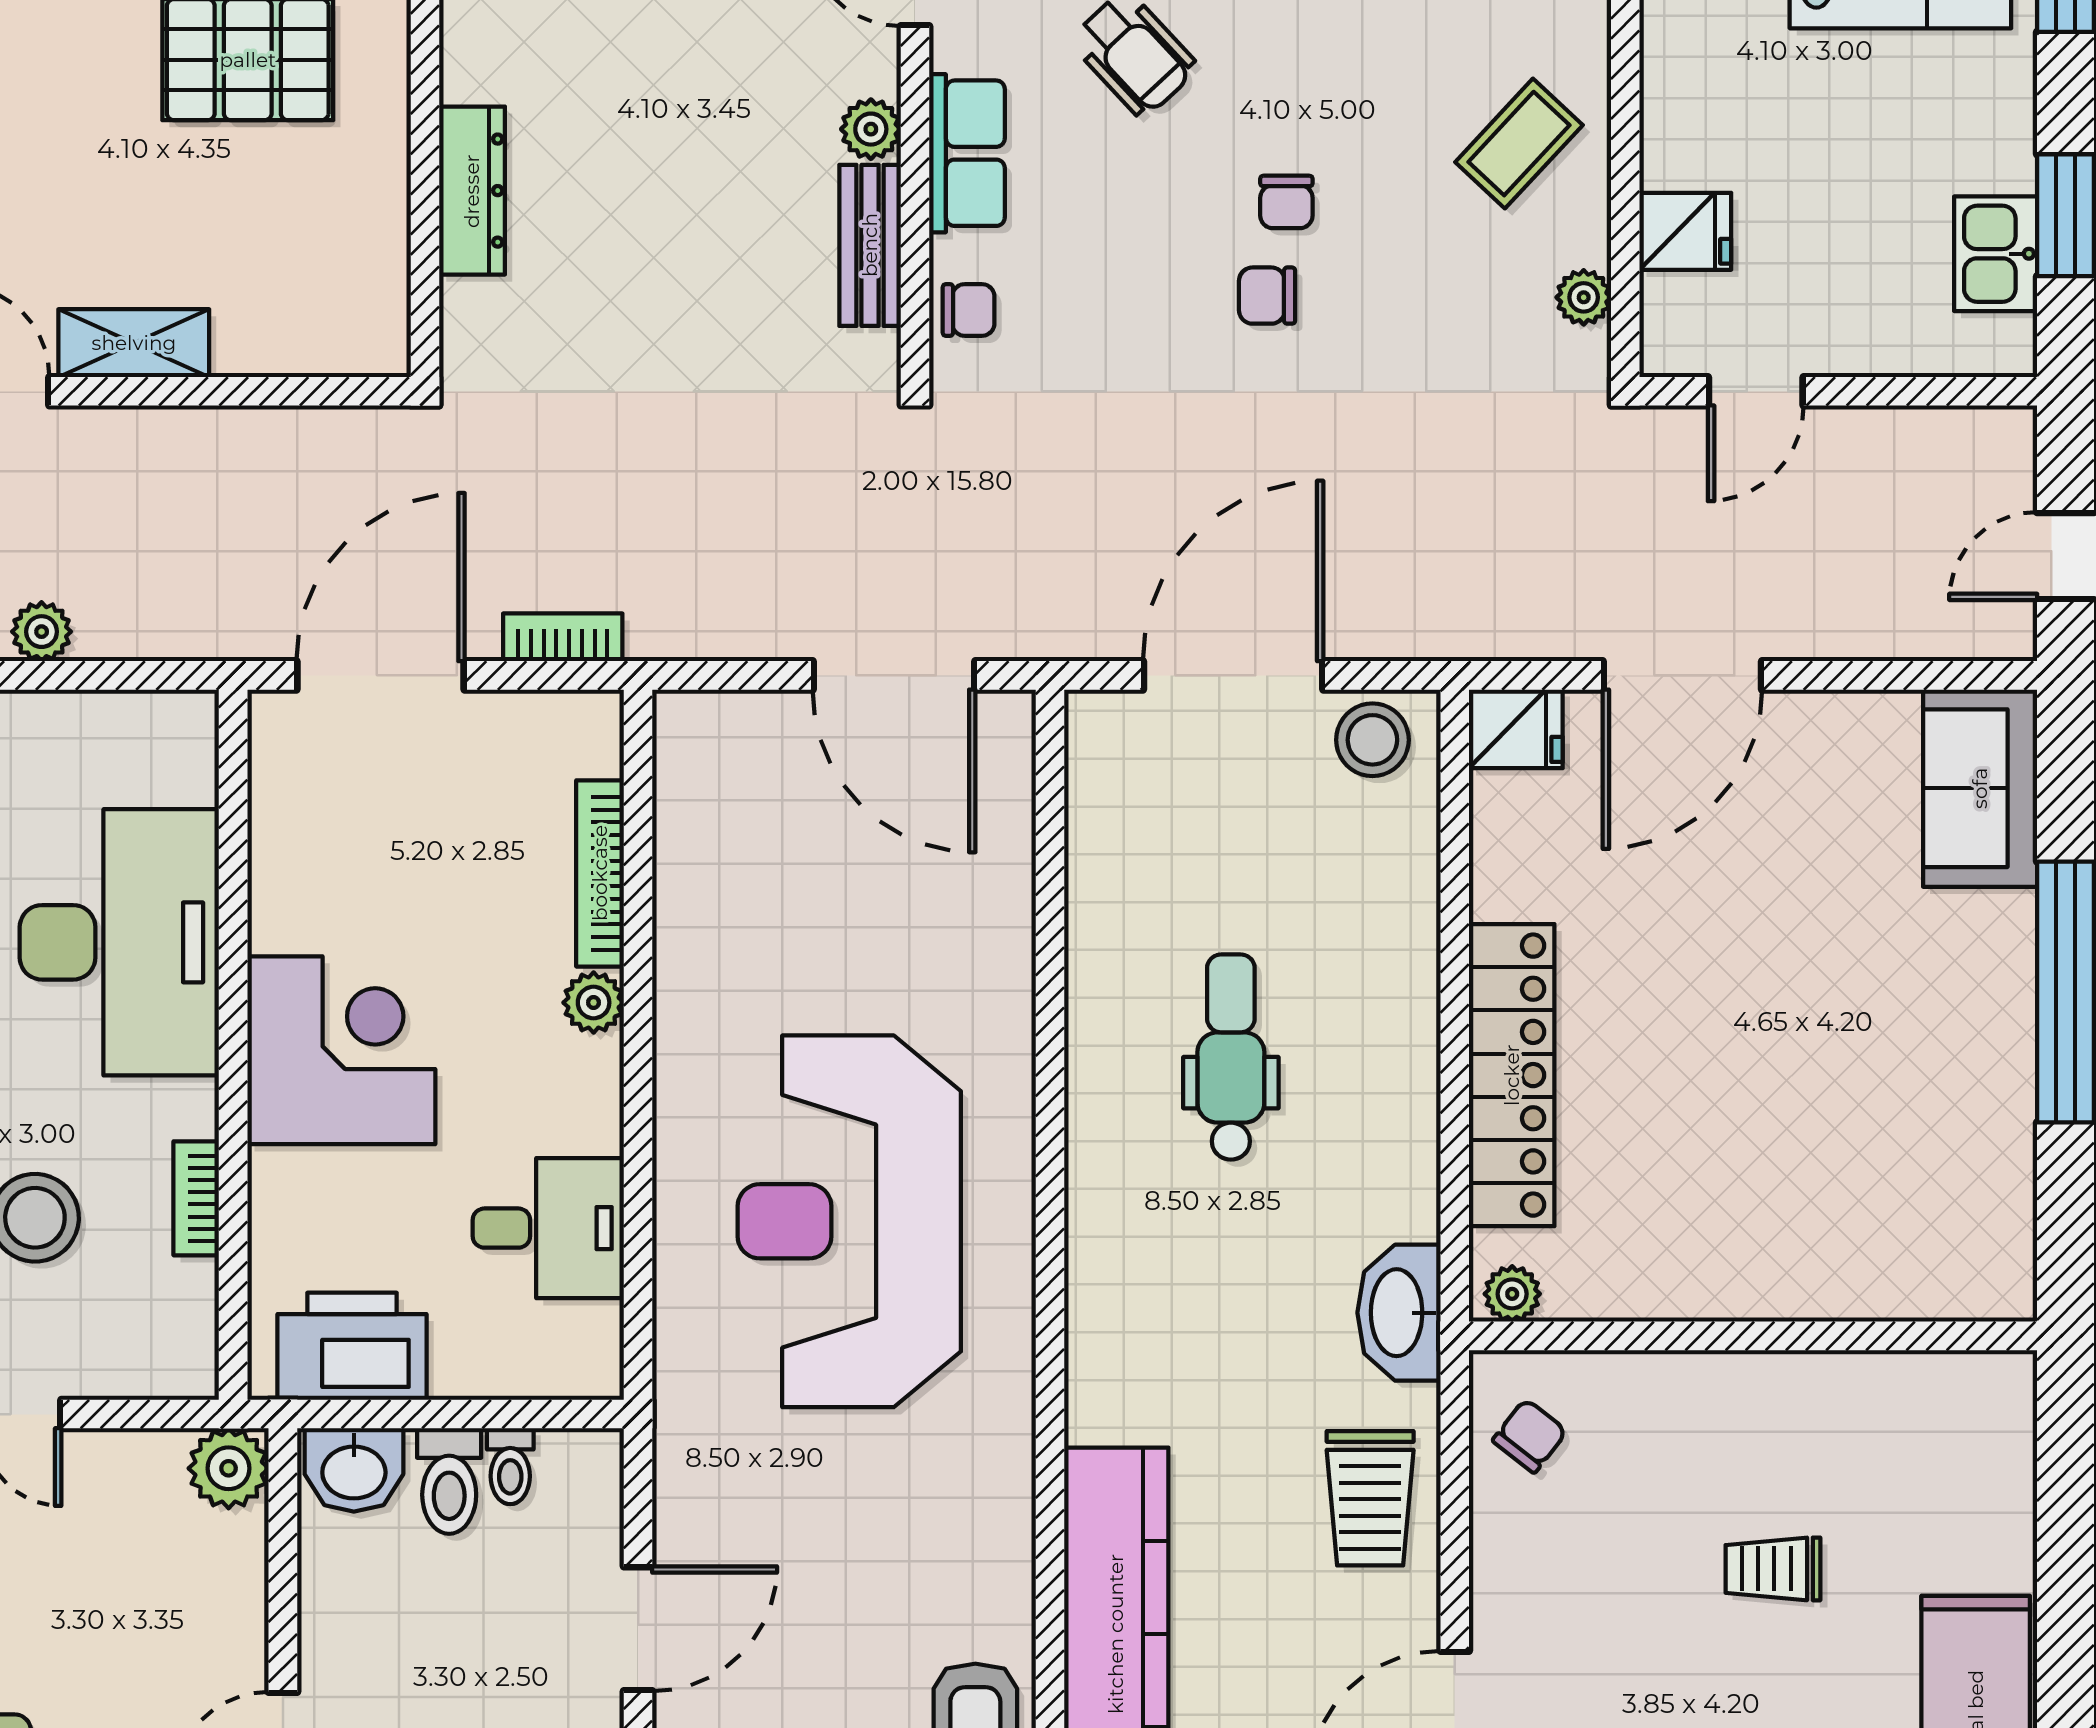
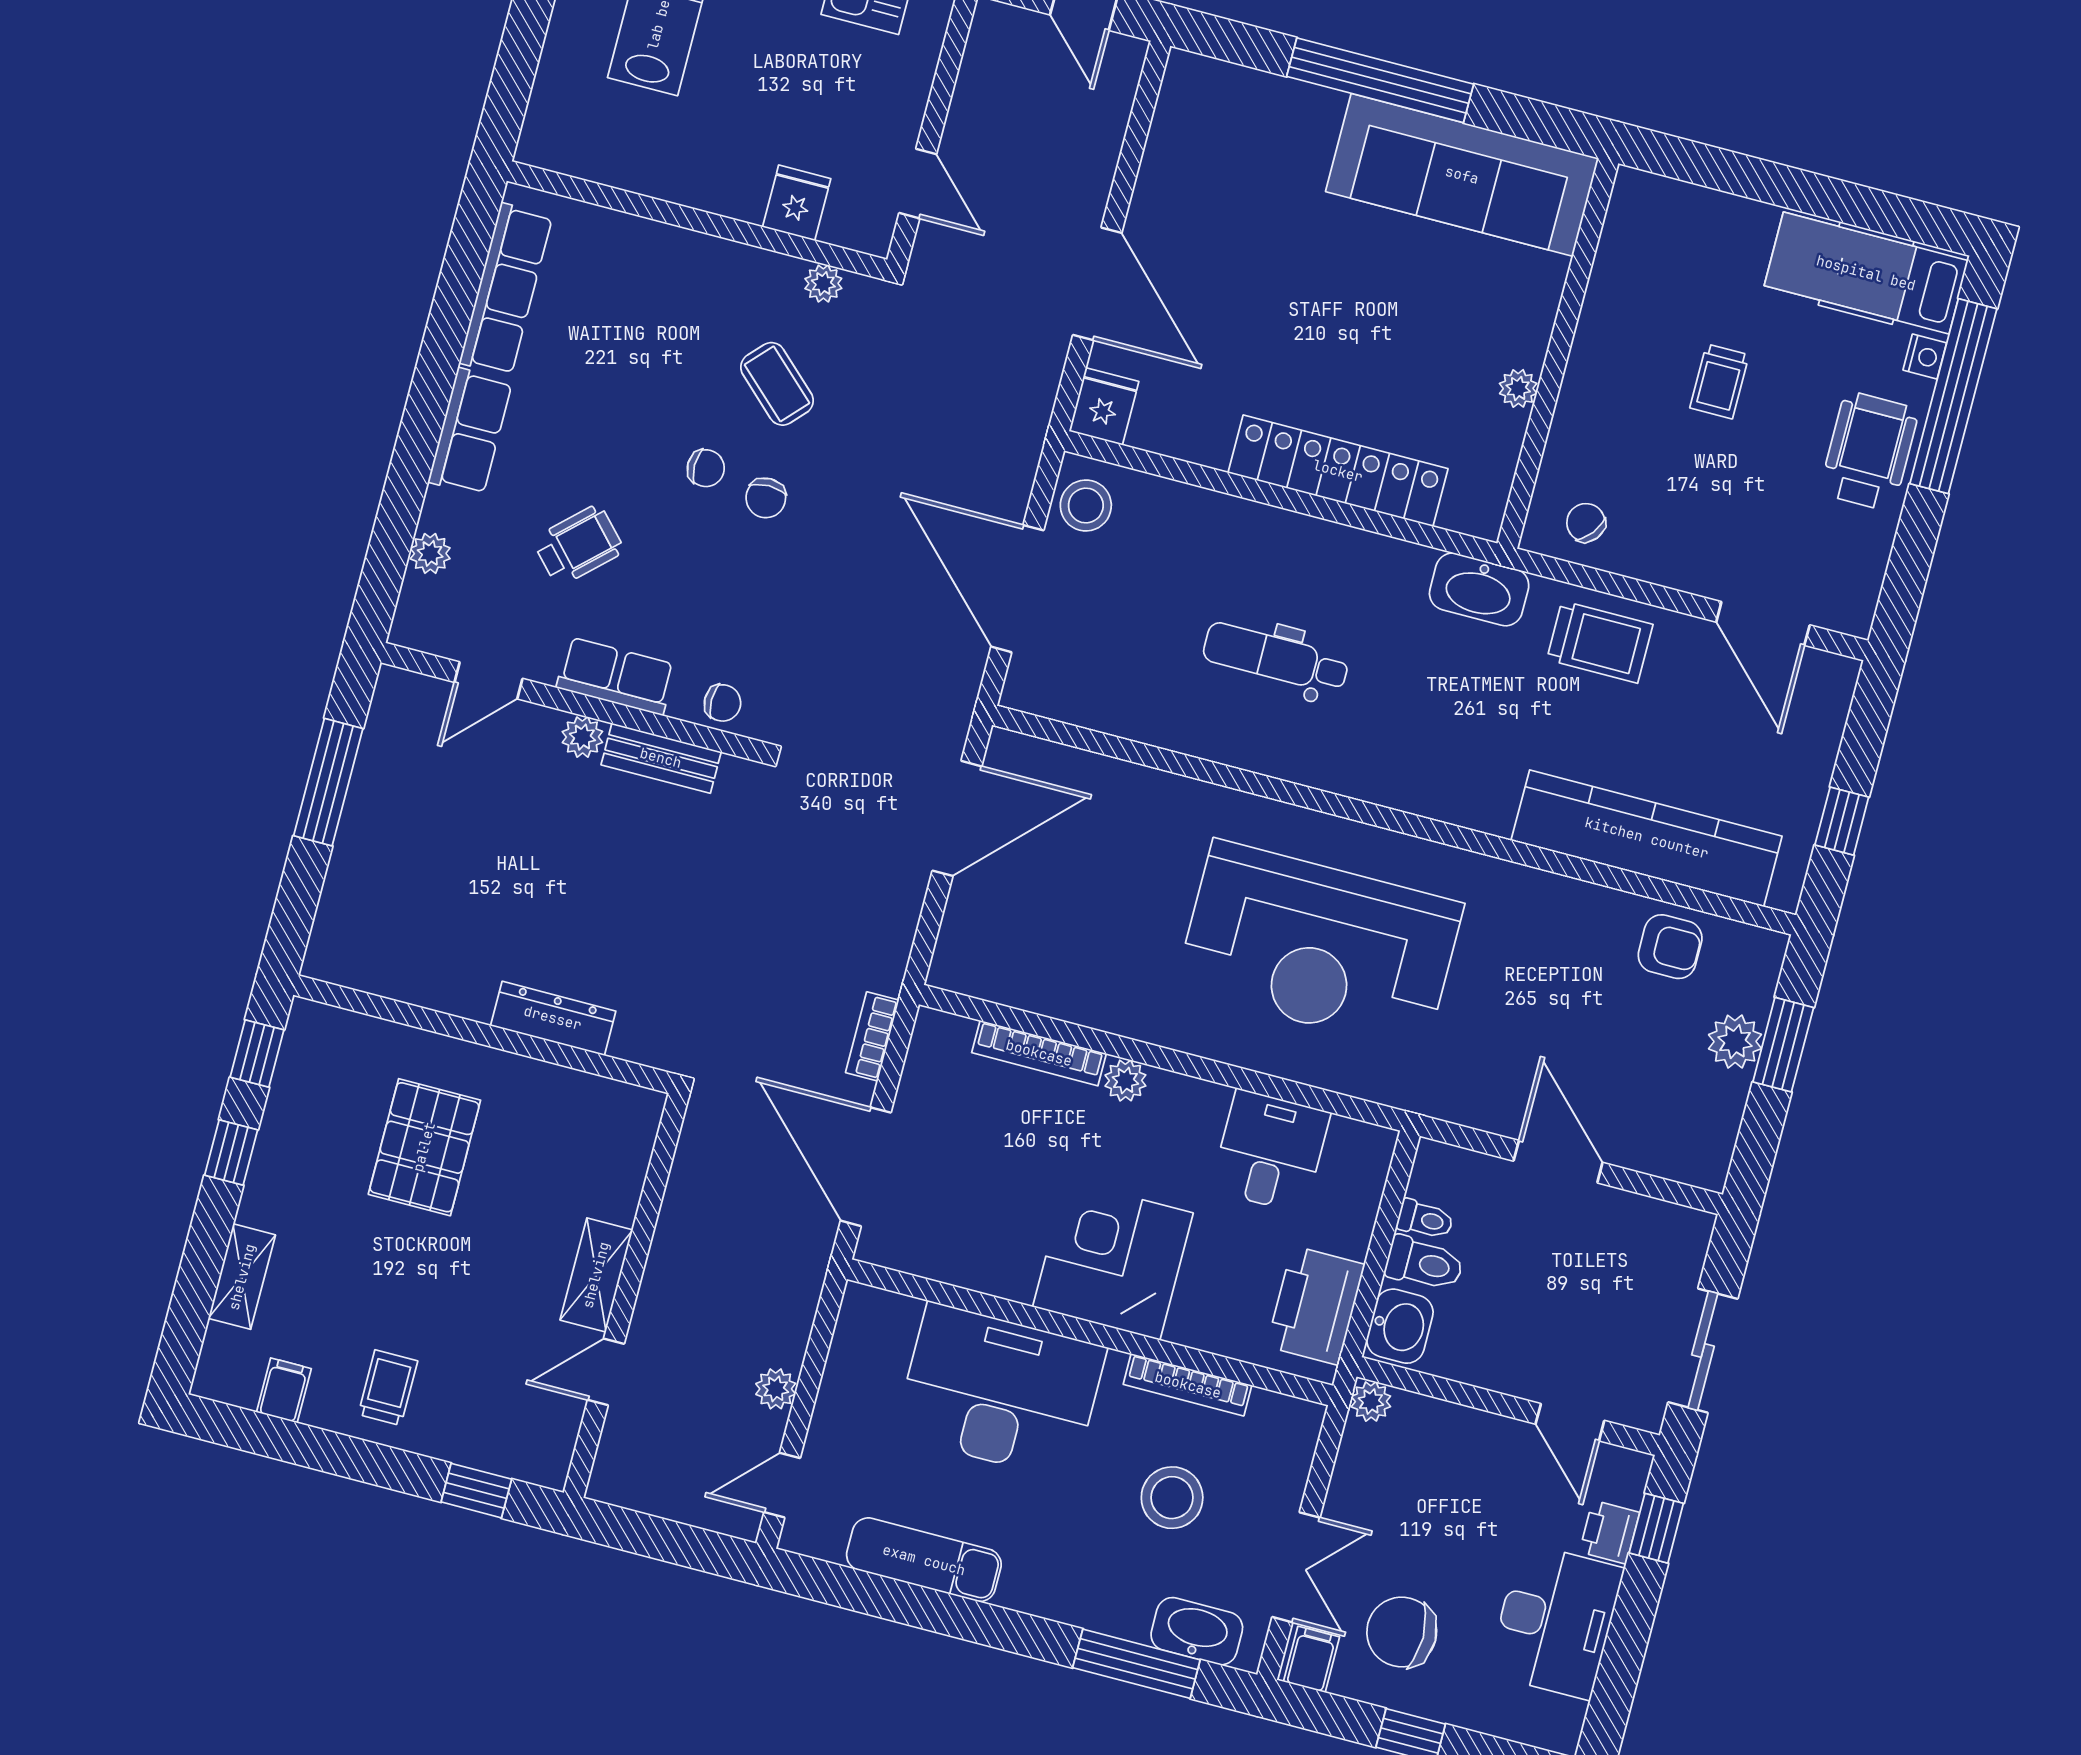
coffee table: (1519, 144) -> (777, 384), moved
chair: (969, 310) -> (723, 703), turned 90
sofa: (1980, 788) -> (1462, 175), moved, width x1.85, depth x1.27
bookcase: (196, 1198) -> (1188, 1385), width x1.56
plant: (1512, 1294) -> (1518, 388), moved
plant: (229, 1468) -> (1371, 1402), width x0.73, depth x0.73

